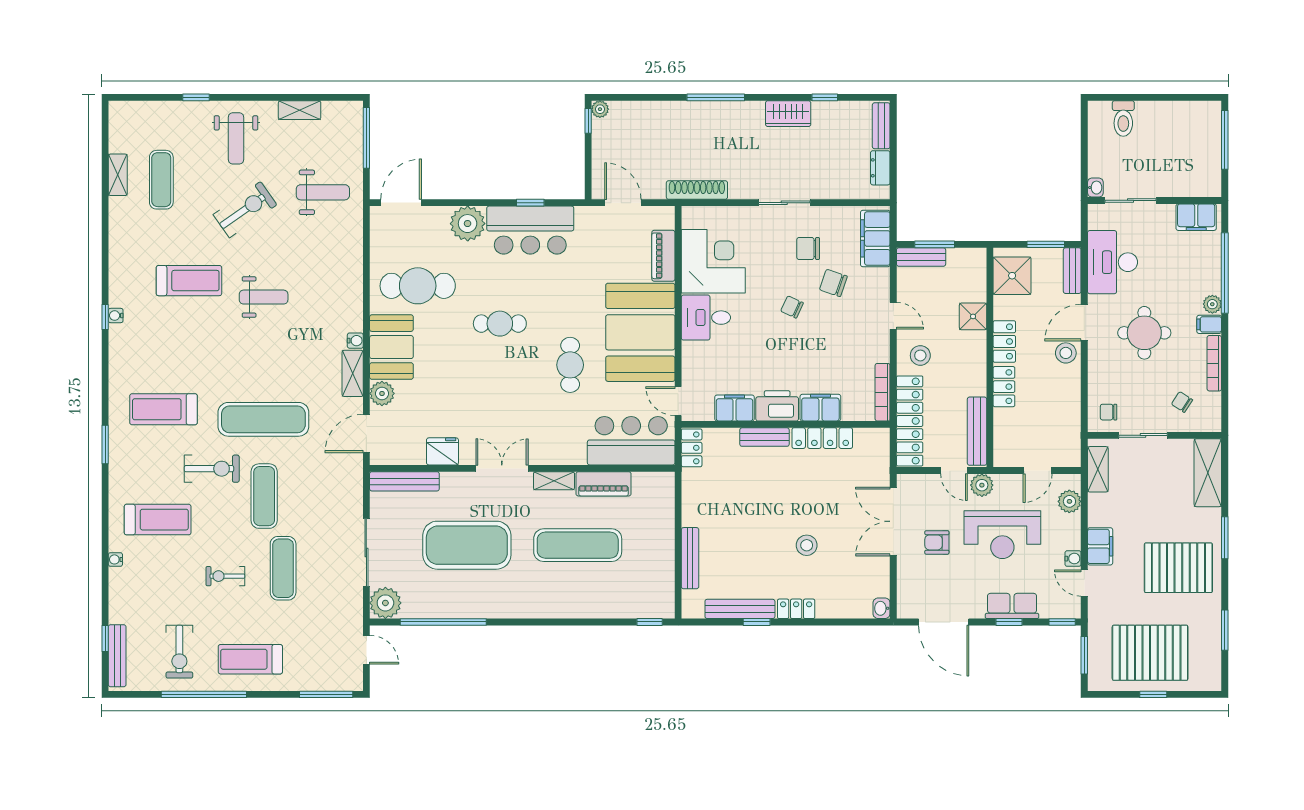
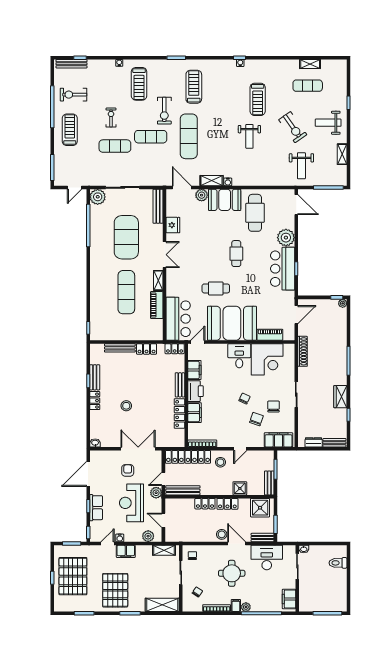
bench: (921, 257) -> (269, 483), moved
locker: (692, 505) -> (147, 349), added
bench: (740, 609) -> (95, 377), width x0.73

